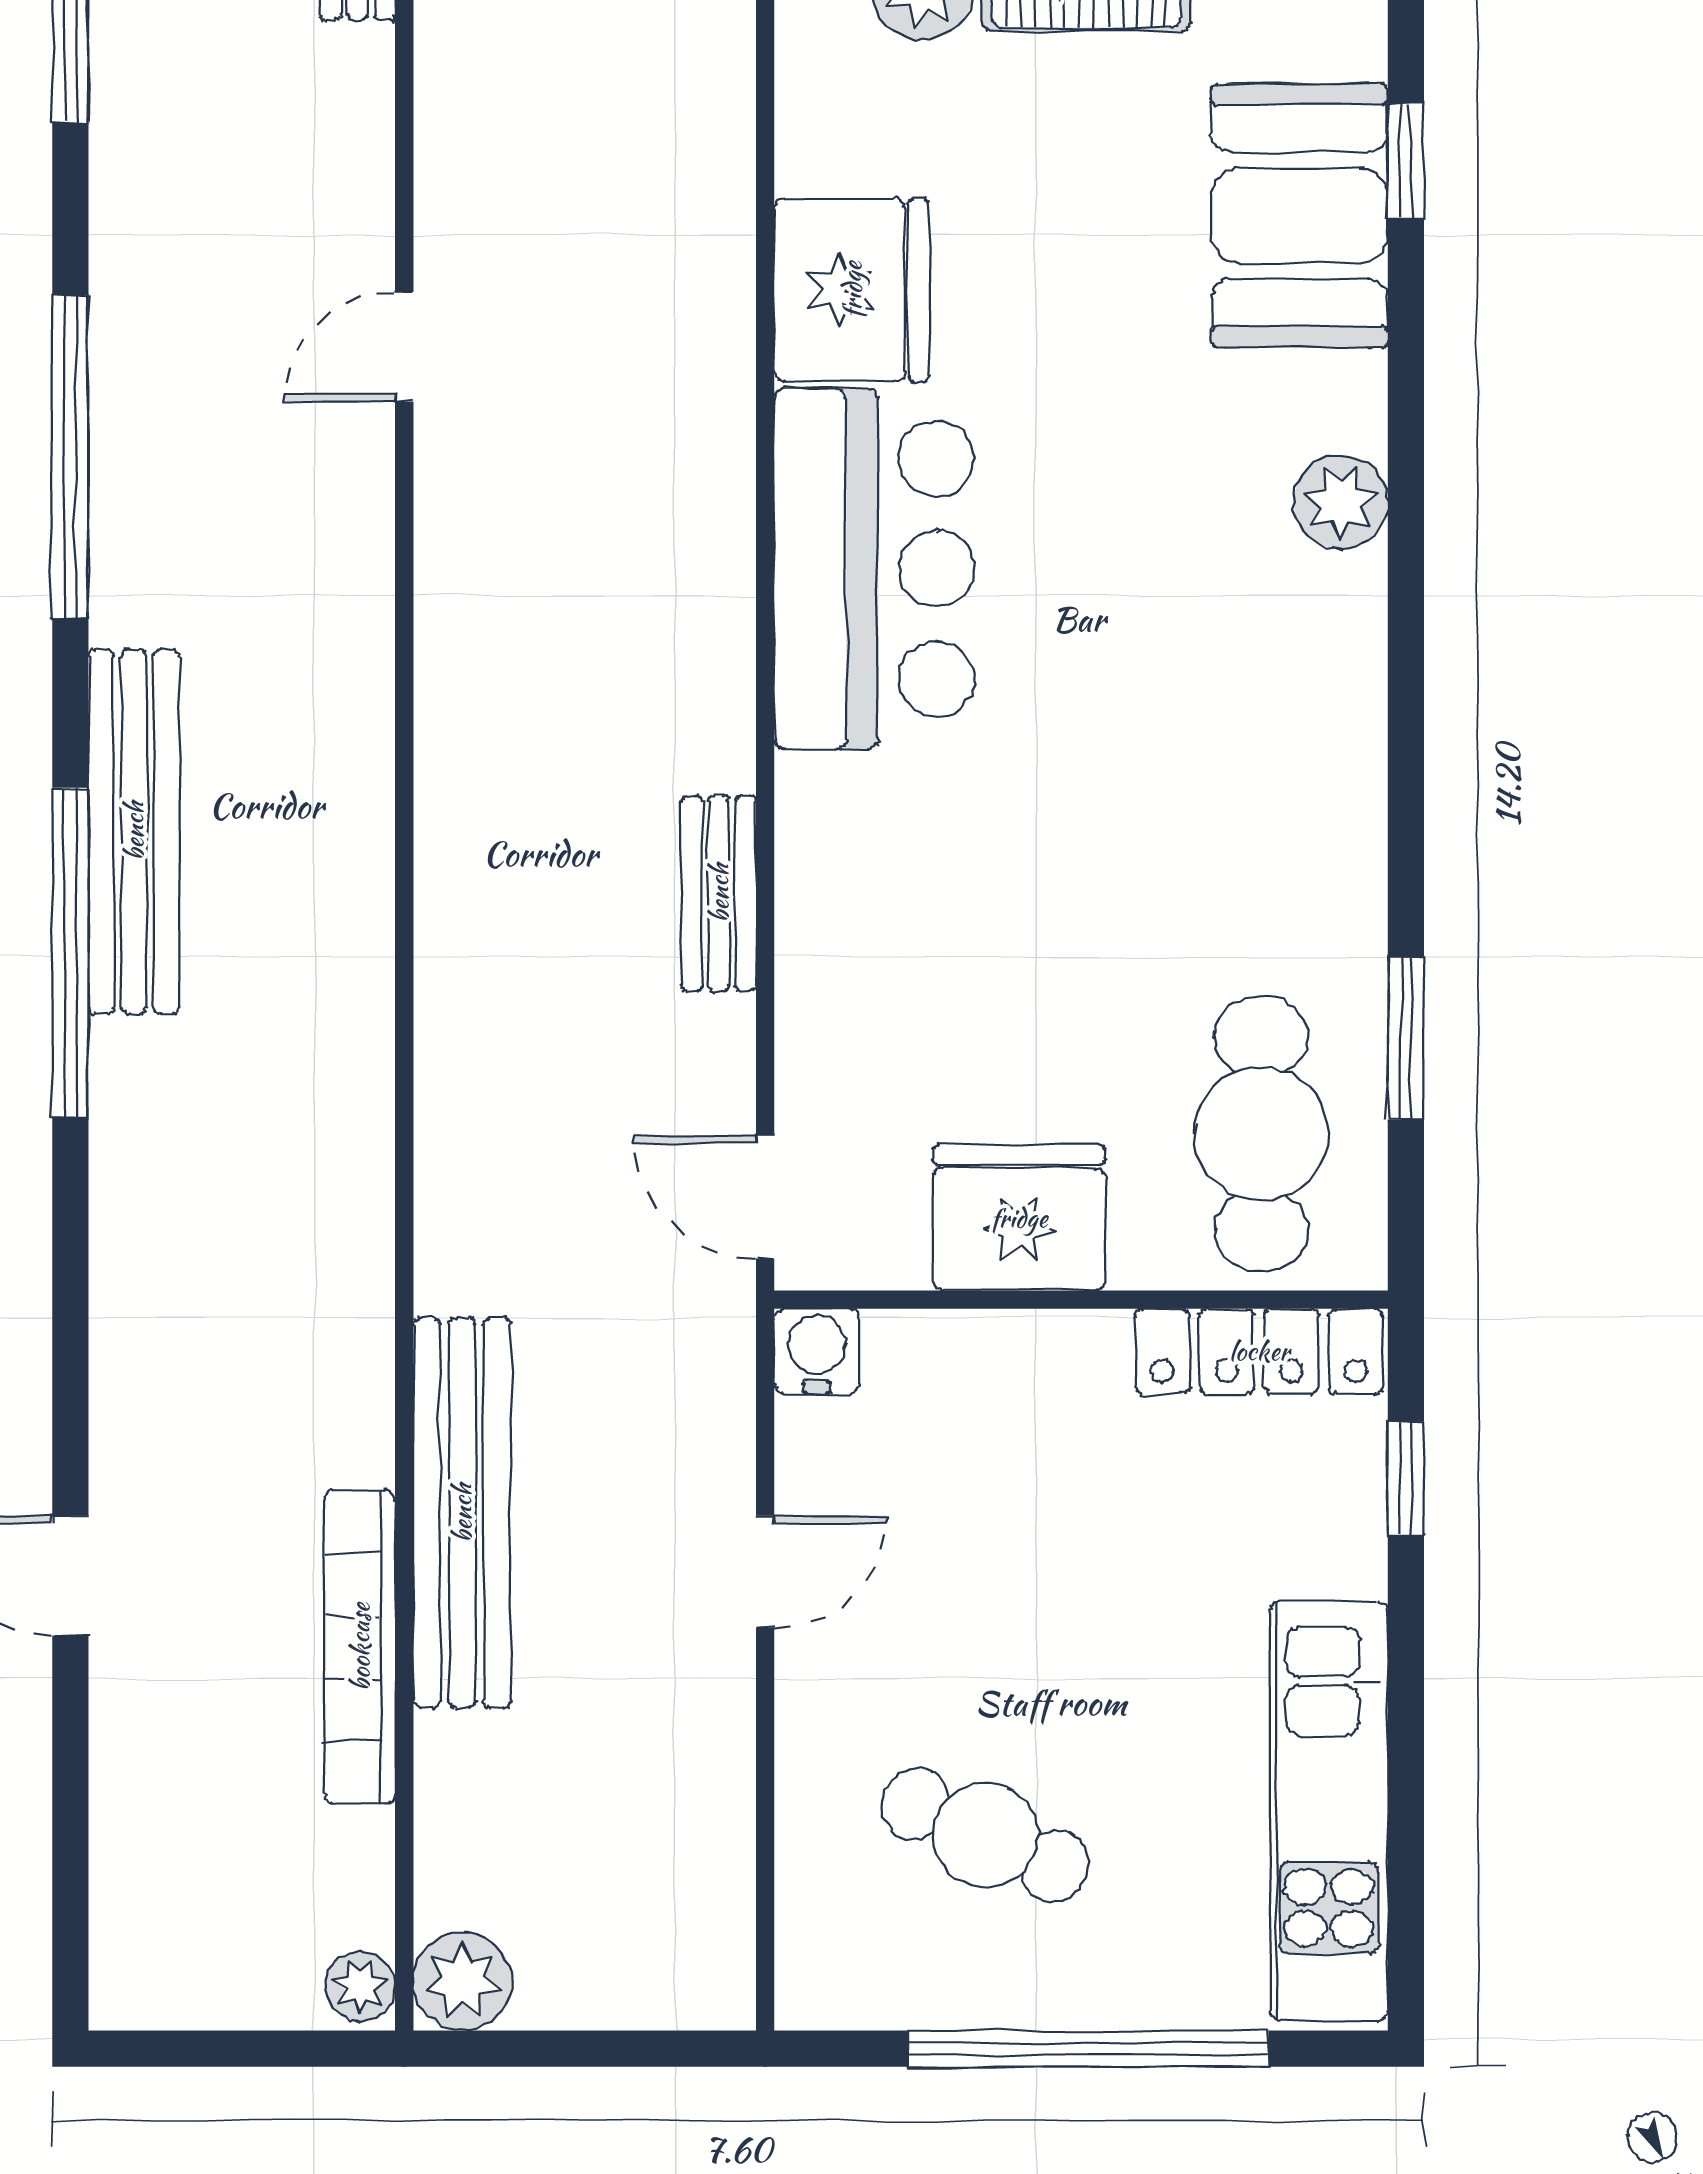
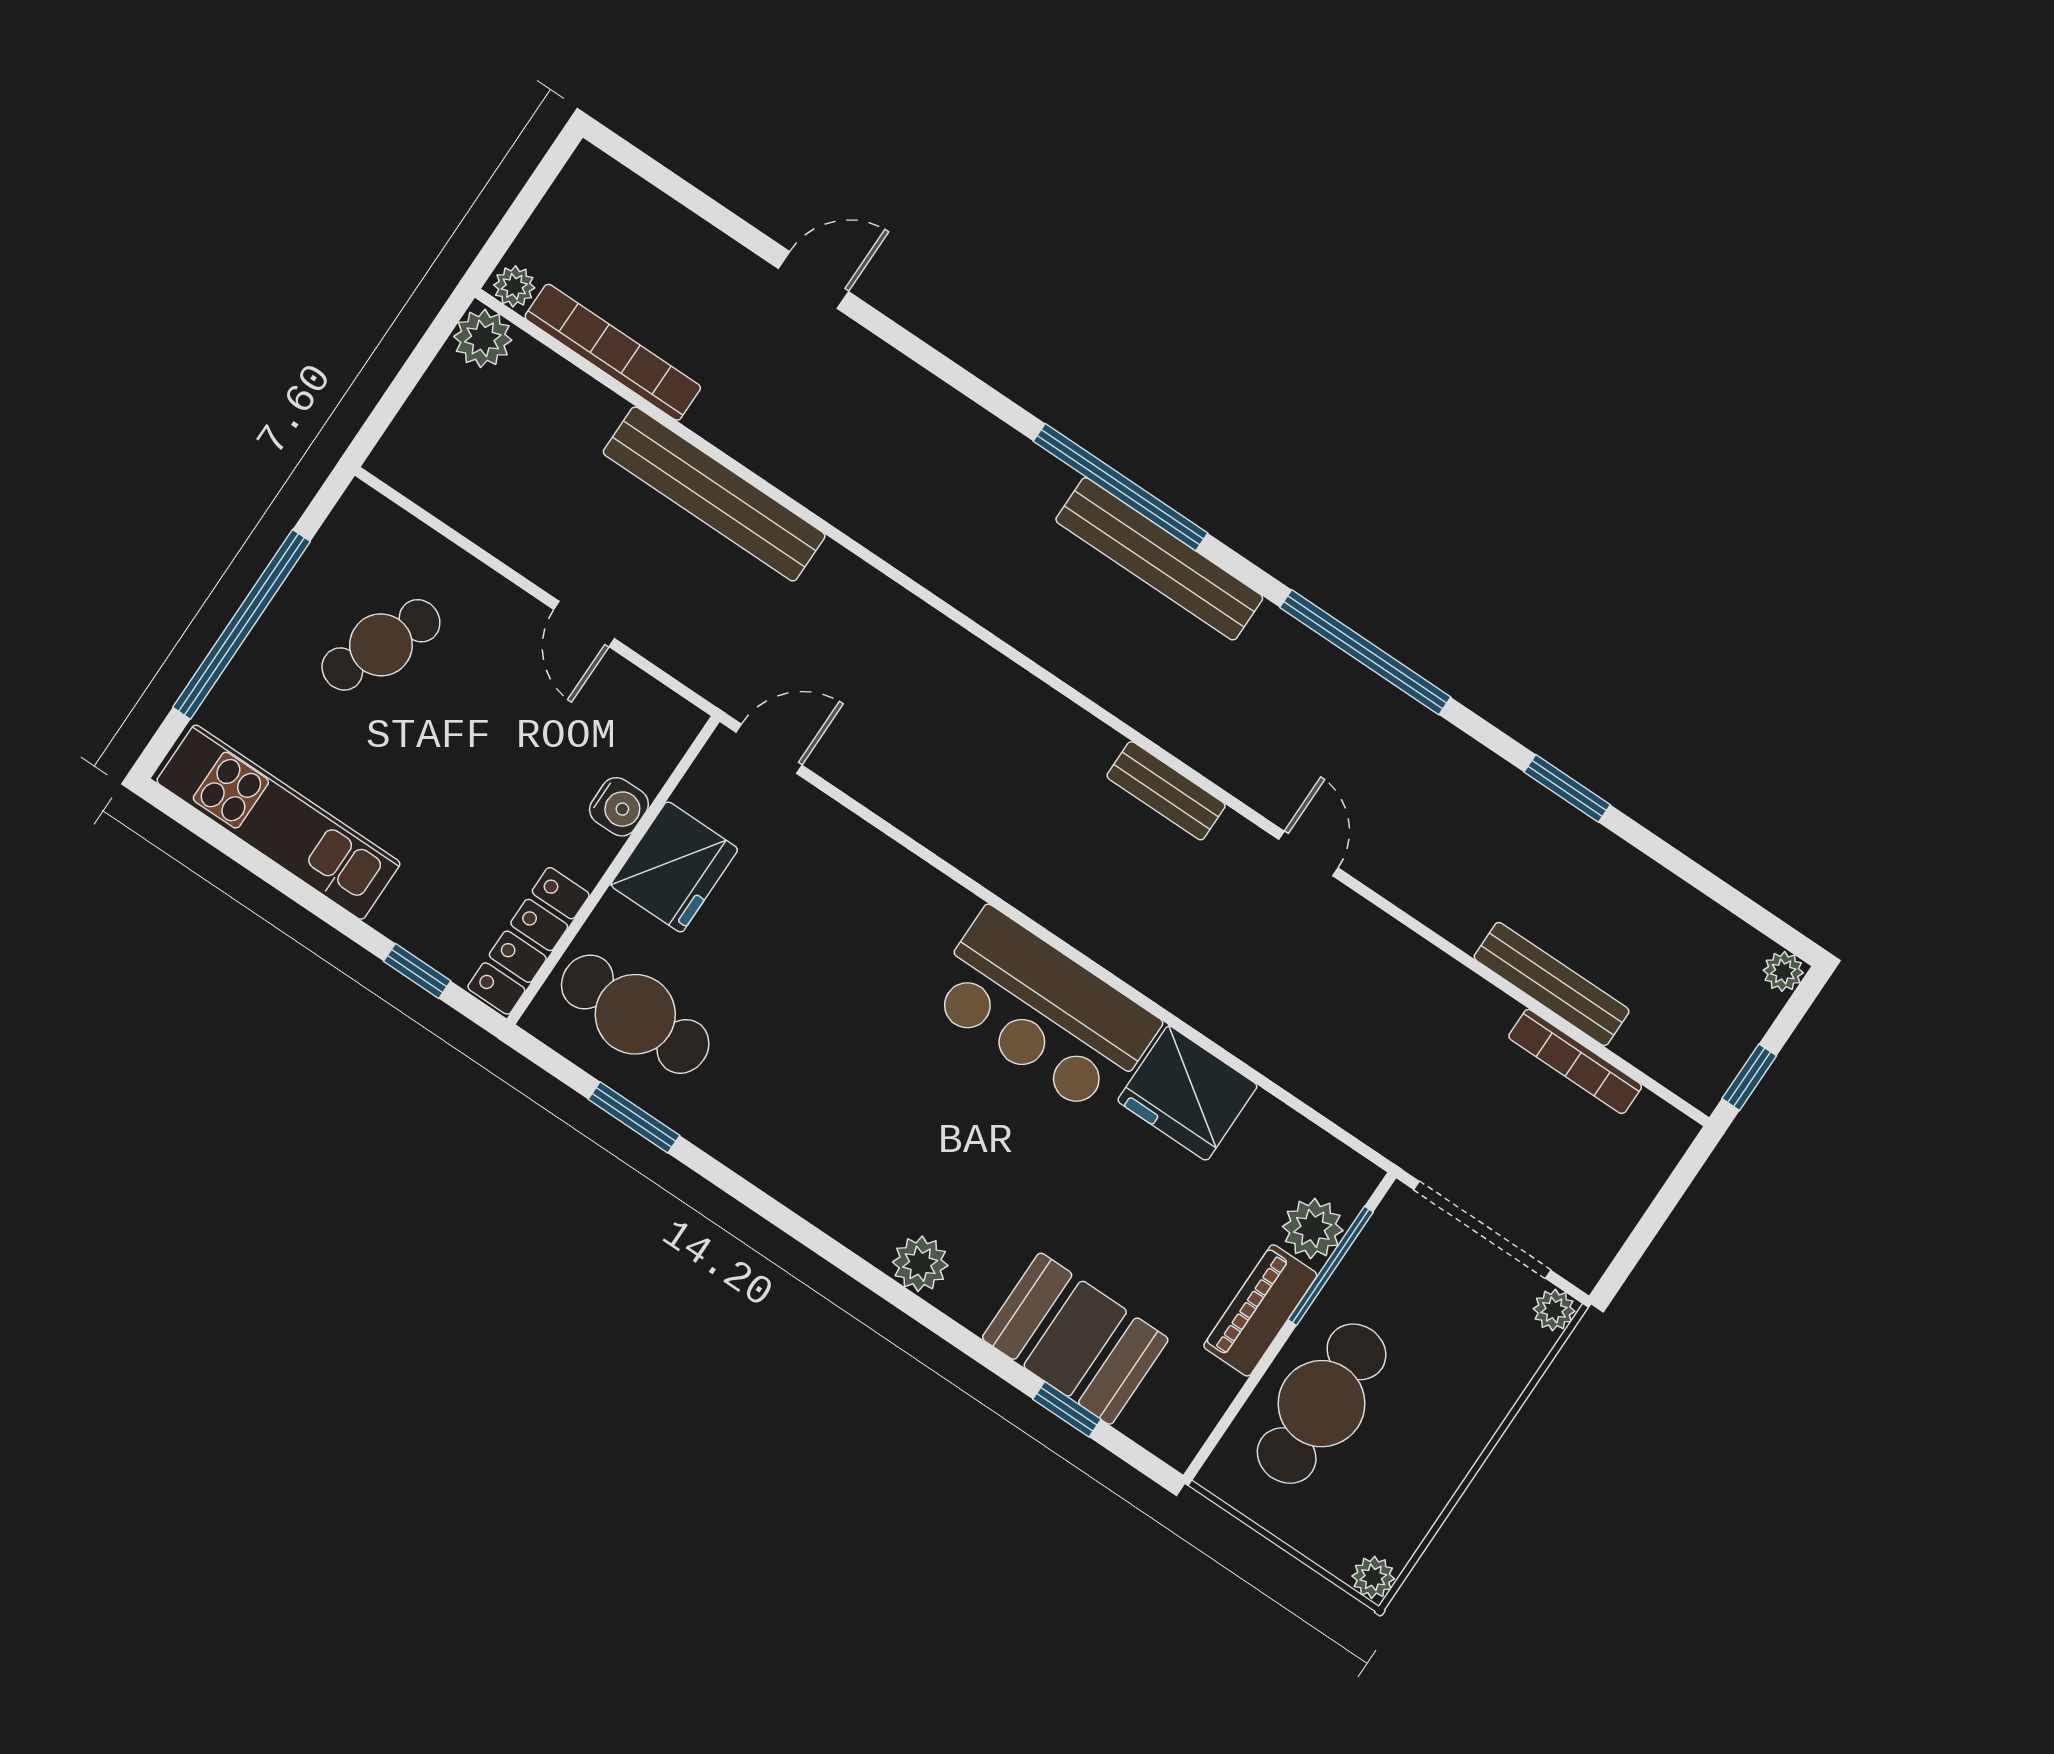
bench: (719, 893) -> (1166, 791), moved
water cooler: (817, 1351) -> (619, 807), moved
bookcase: (360, 1647) -> (613, 352), moved

